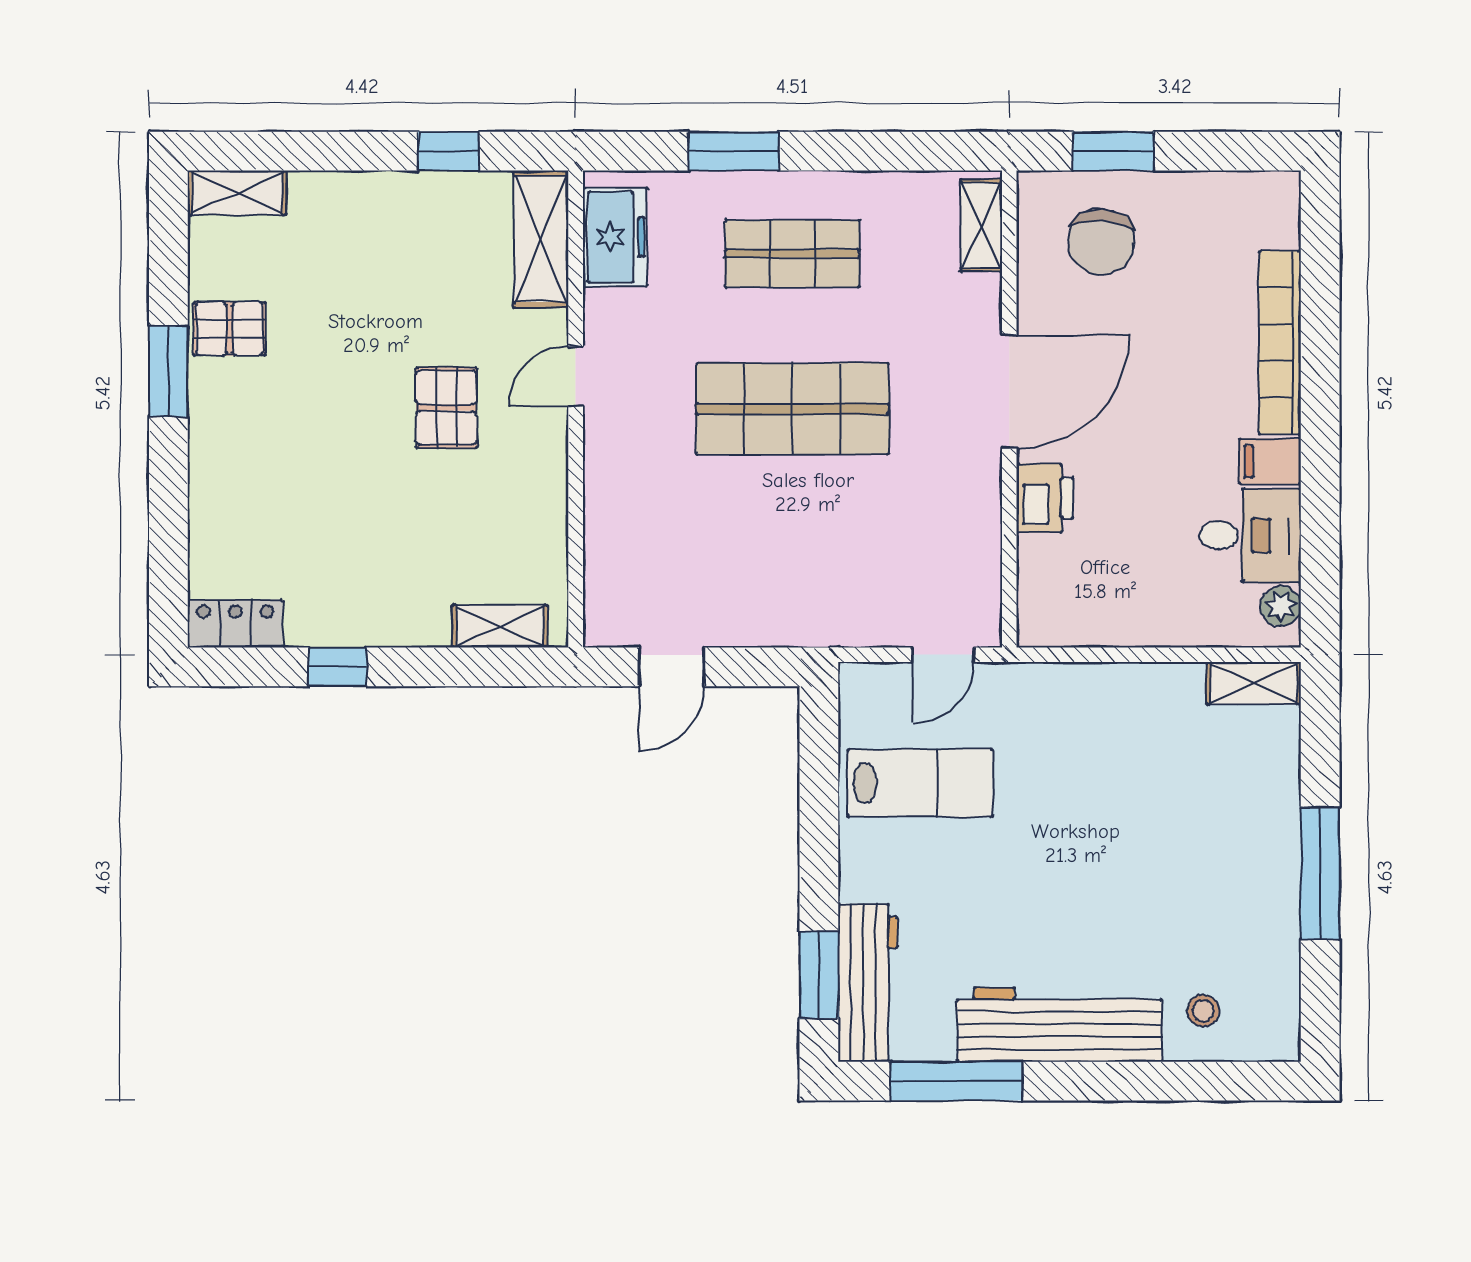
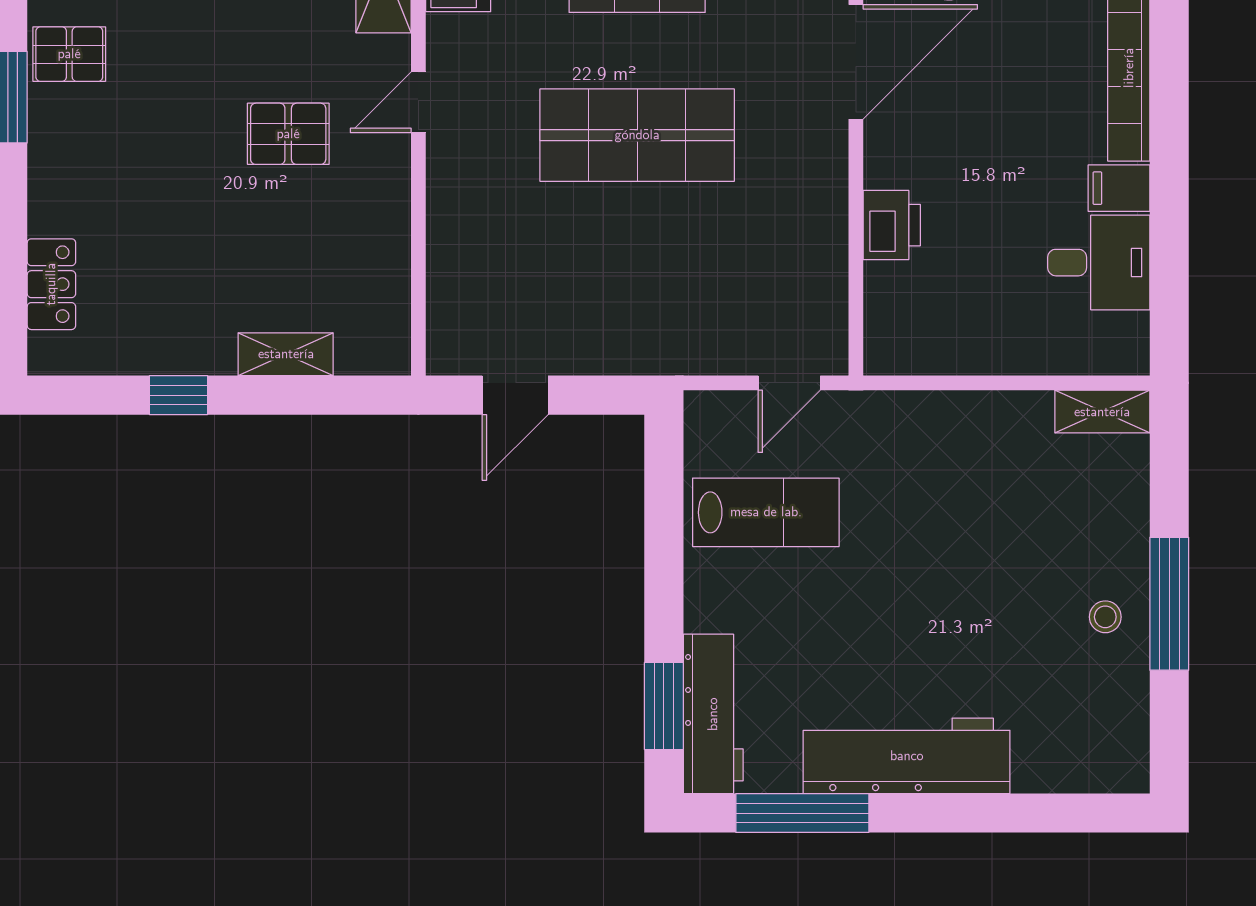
door: (1009, 392) -> (856, 62), moved
pallet: (446, 408) -> (288, 134), turned 90
plant: (1281, 606) -> (1130, 334), removed
locker: (235, 623) -> (51, 284), moved, turned 90
shelving: (500, 626) -> (286, 354), moved
stool: (1203, 1011) -> (1105, 617), moved

